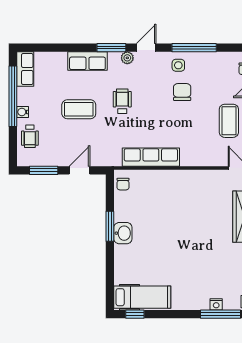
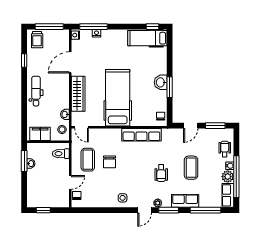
window: (194, 48) -> (206, 210), moved
chair: (182, 92) -> (109, 162), moved
plant: (26, 96) -> (228, 177), added
coffee table: (79, 109) -> (191, 168), turned 90
hospital bed: (185, 211) -> (118, 98), added

